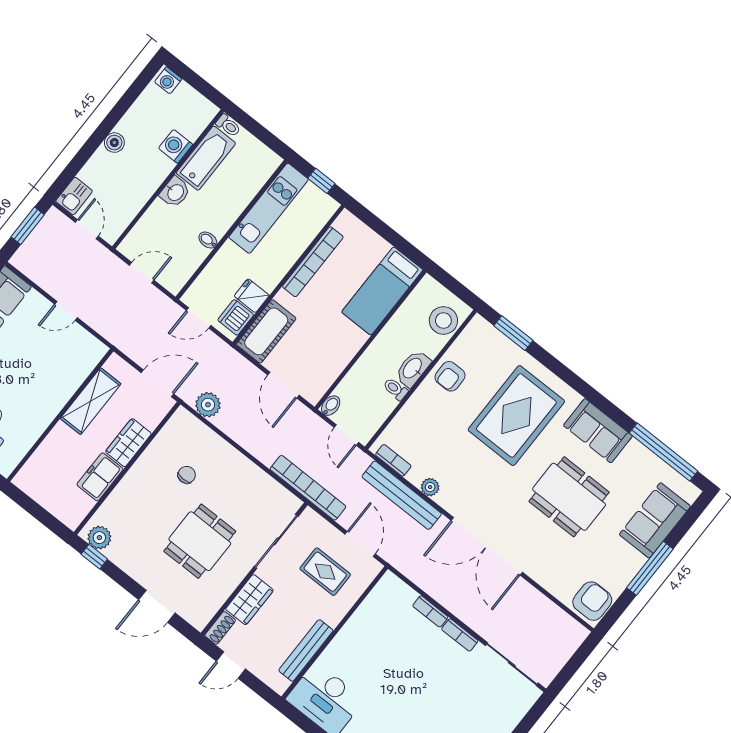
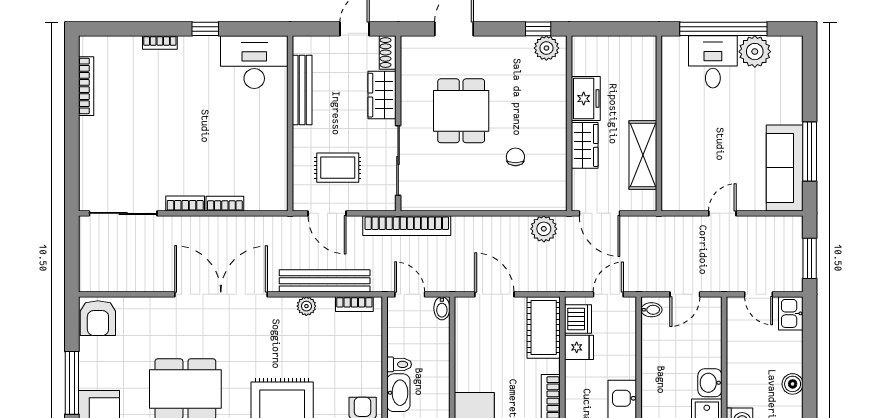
bidet: (208, 240) -> (651, 310), moved
door: (157, 383) -> (599, 213), hinge flipped
chair: (187, 475) -> (515, 157), turned 180

